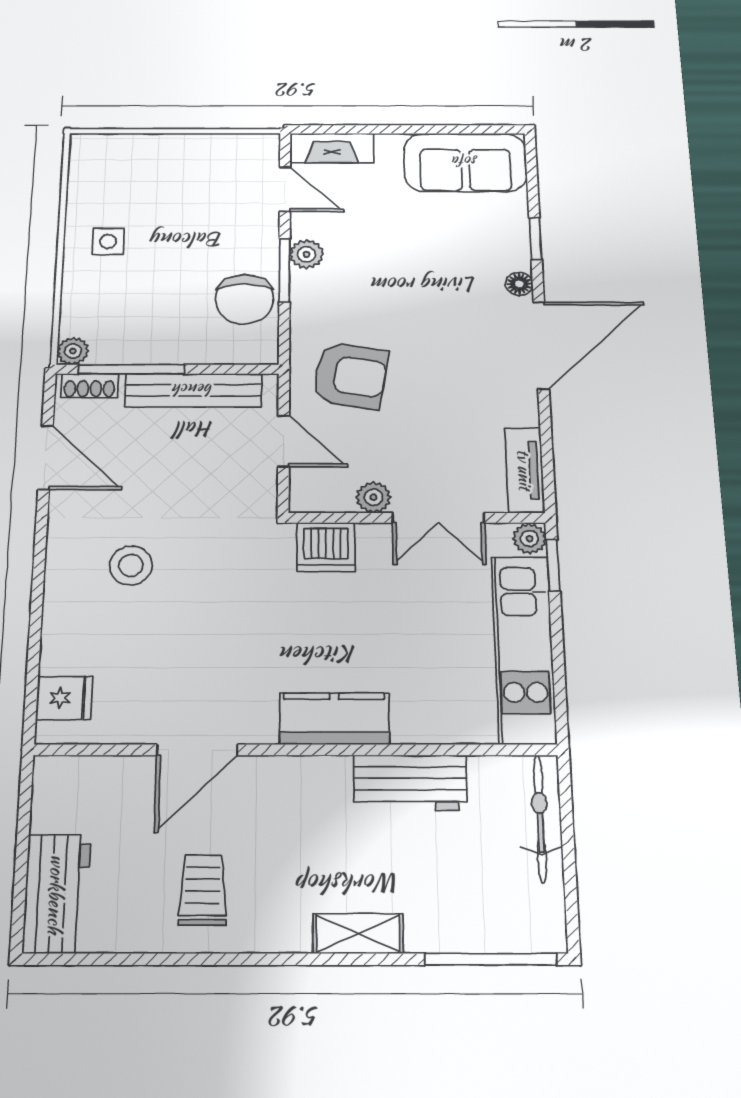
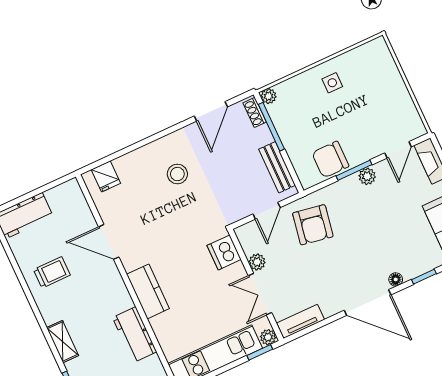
bench: (193, 390) -> (277, 167), width x0.73

